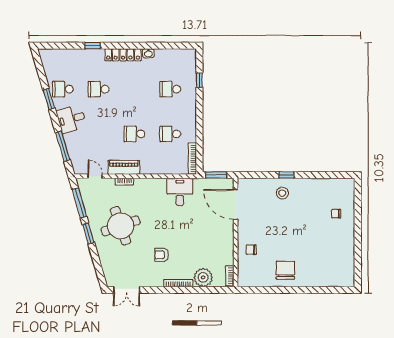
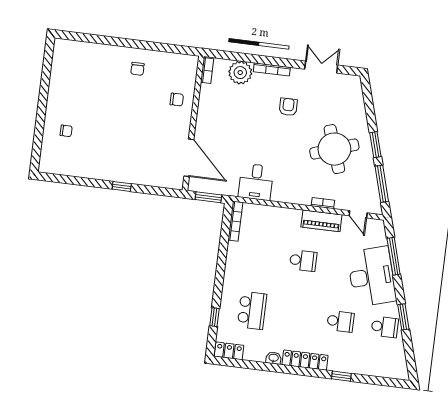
locker: (184, 55) -> (229, 351), added
school desk: (170, 89) -> (252, 310), width x1.85
desk: (71, 119) -> (372, 277), width x1.87, depth x1.30
school desk: (170, 134) -> (259, 255), removed
stool: (282, 193) -> (129, 165), removed
armchair: (162, 255) -> (288, 107), turned -90
chair: (285, 270) -> (137, 69), width x0.54, depth x0.54
double door: (127, 290) -> (321, 67), moved

